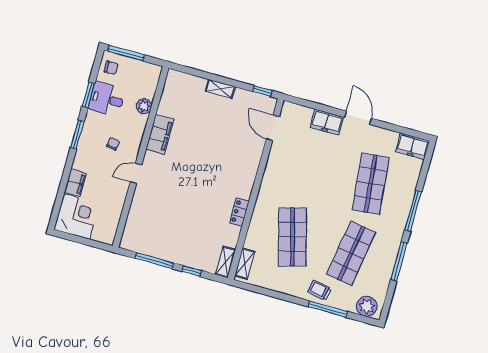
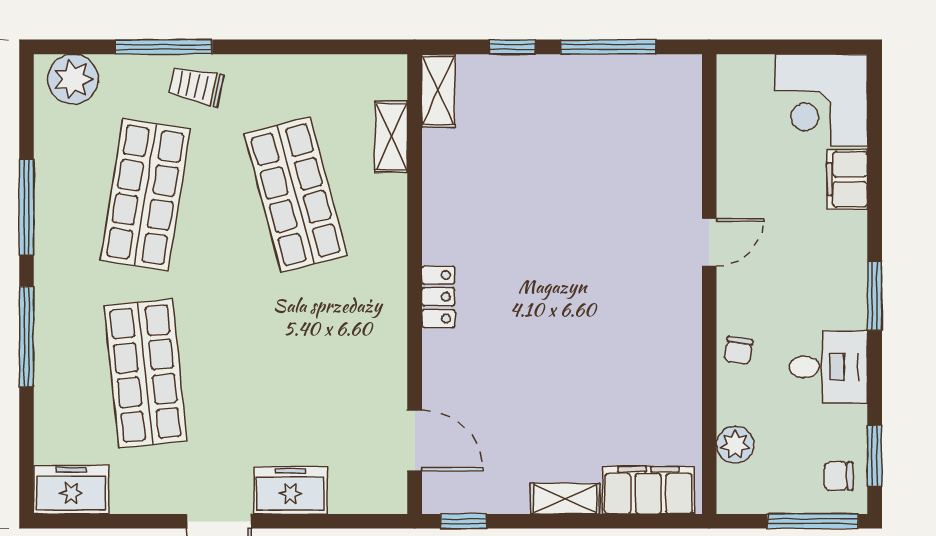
window: (88, 95) -> (875, 456), moved
desk: (107, 99) -> (828, 367), moved
plant: (144, 106) -> (735, 445), moved
filing cabinet: (160, 134) -> (648, 490), moved, turned 90
chair: (113, 144) -> (739, 351), moved
locker: (239, 212) -> (438, 297), moved
shelving: (245, 264) -> (391, 137), moved
trolley: (320, 290) -> (196, 86), turned 180

